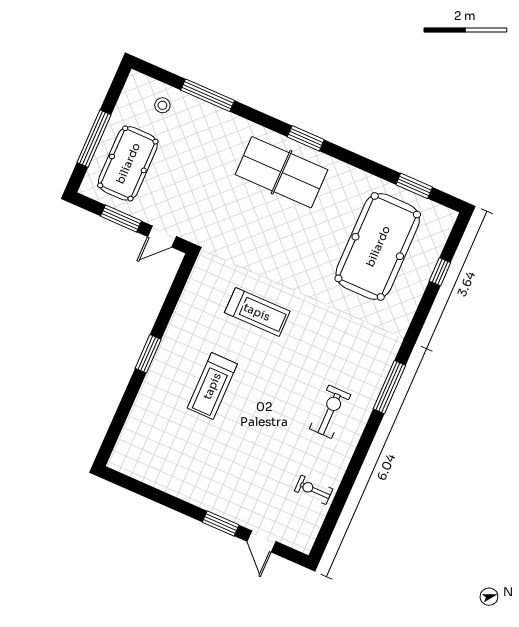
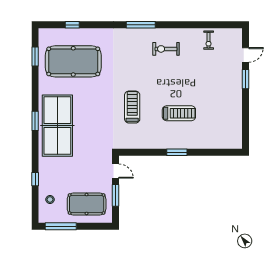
window: (208, 95) -> (35, 179), width x0.46
window: (94, 139) -> (61, 226), moved
table tennis table: (281, 172) -> (57, 126), width x1.36, depth x1.32

